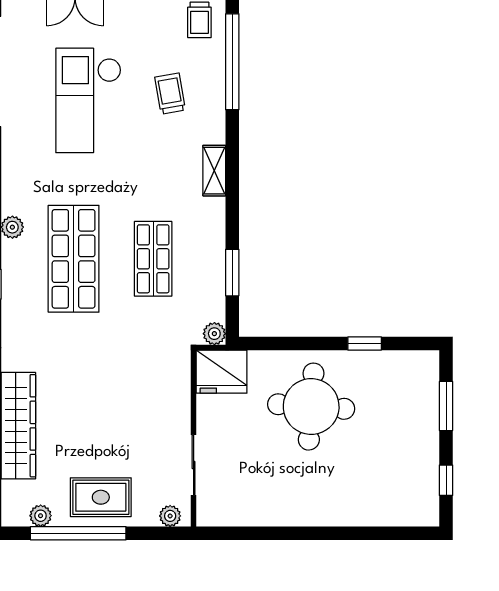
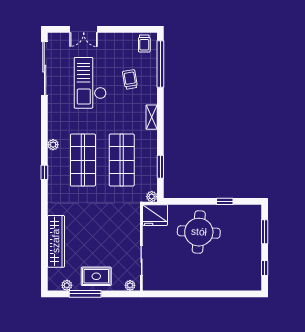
shop shelf: (153, 259) -> (122, 160), width x1.43, depth x1.36
window: (78, 533) -> (85, 294), width x0.68

